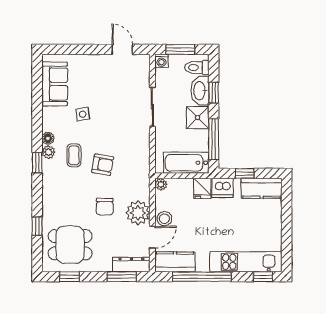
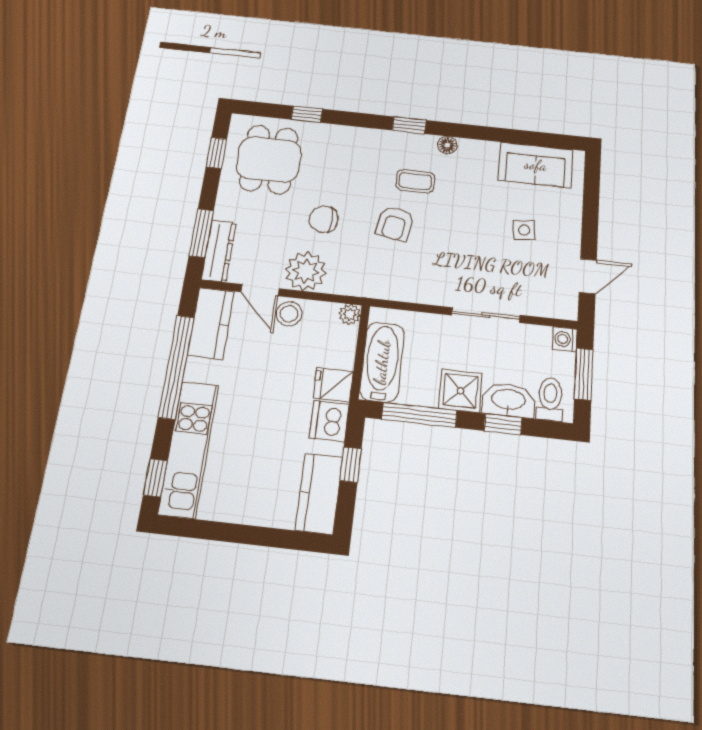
side table: (83, 114) -> (524, 230), moved
plant: (49, 152) -> (425, 144), removed

